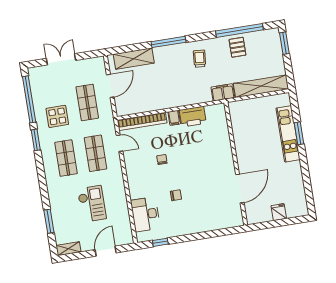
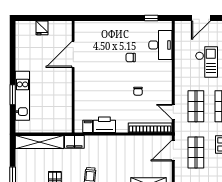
door: (110, 86) -> (173, 151), moved
filing cabinet: (174, 118) -> (88, 126), moved
checkout: (92, 204) -> (206, 62), turned 180

